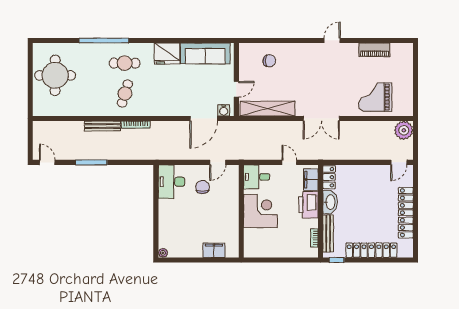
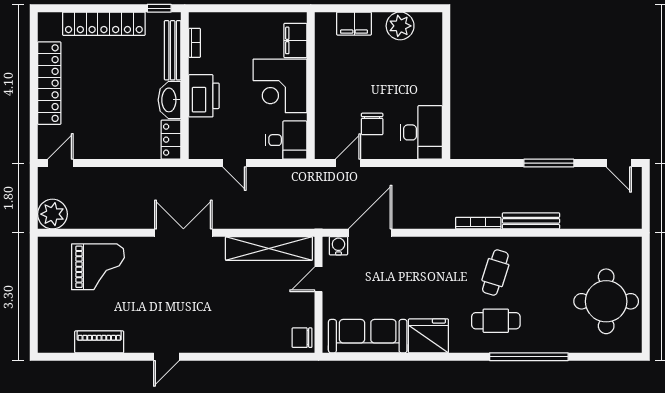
chair: (269, 61) -> (302, 338), moved
filing cabinet: (311, 180) -> (295, 40), moved, turned 180
plant: (163, 253) -> (400, 26), moved, width x1.87, depth x1.87

